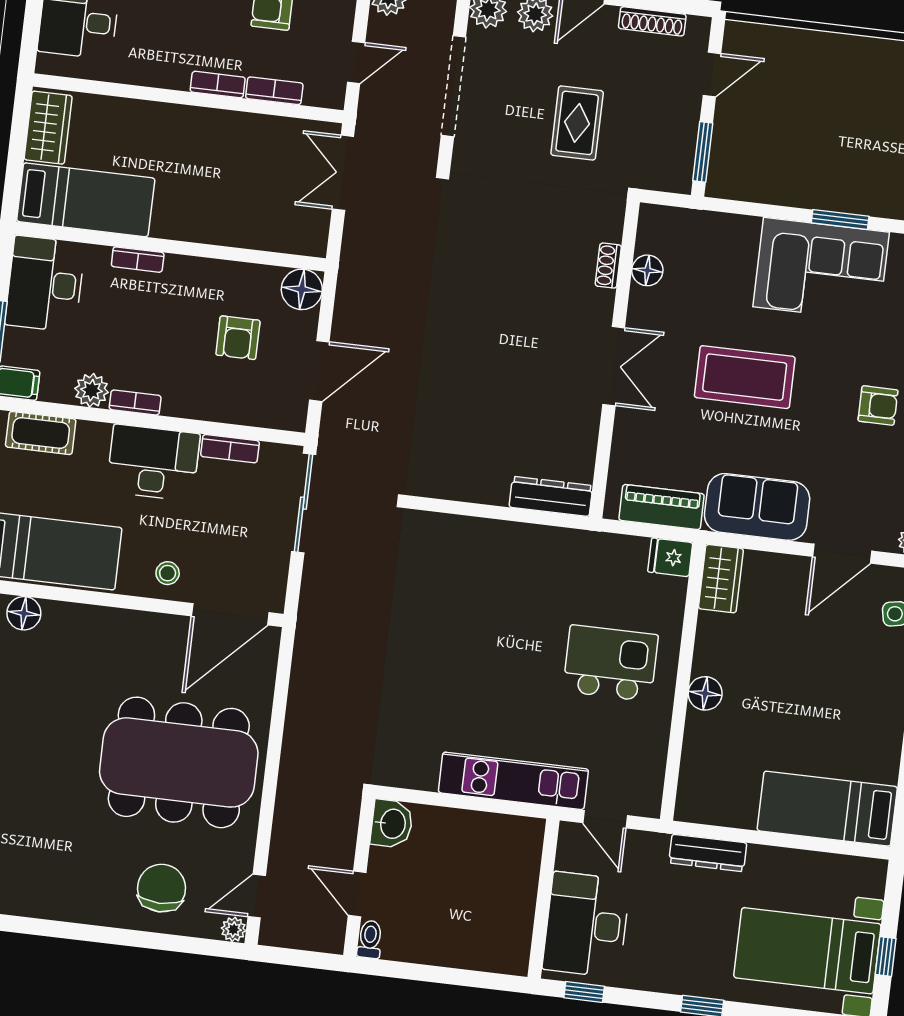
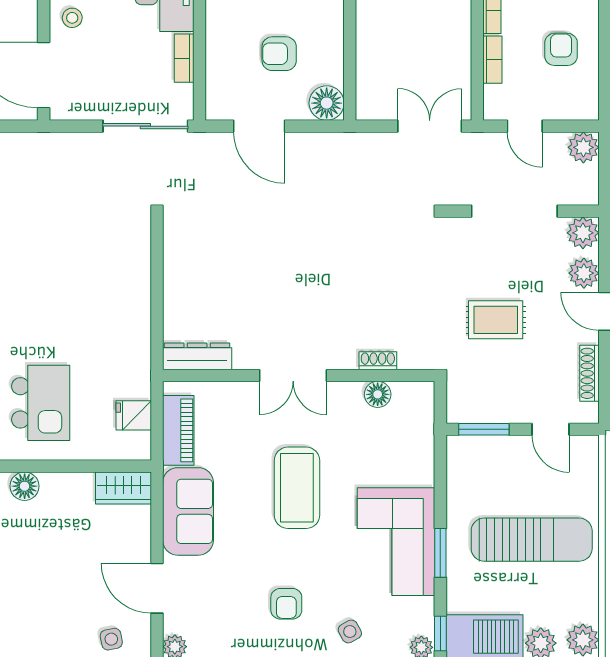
sun lounger: (838, 112) -> (532, 540), added
dresser: (551, 496) -> (197, 356), moved, turned -90
fridge: (670, 557) -> (134, 415), moved, turned -90

